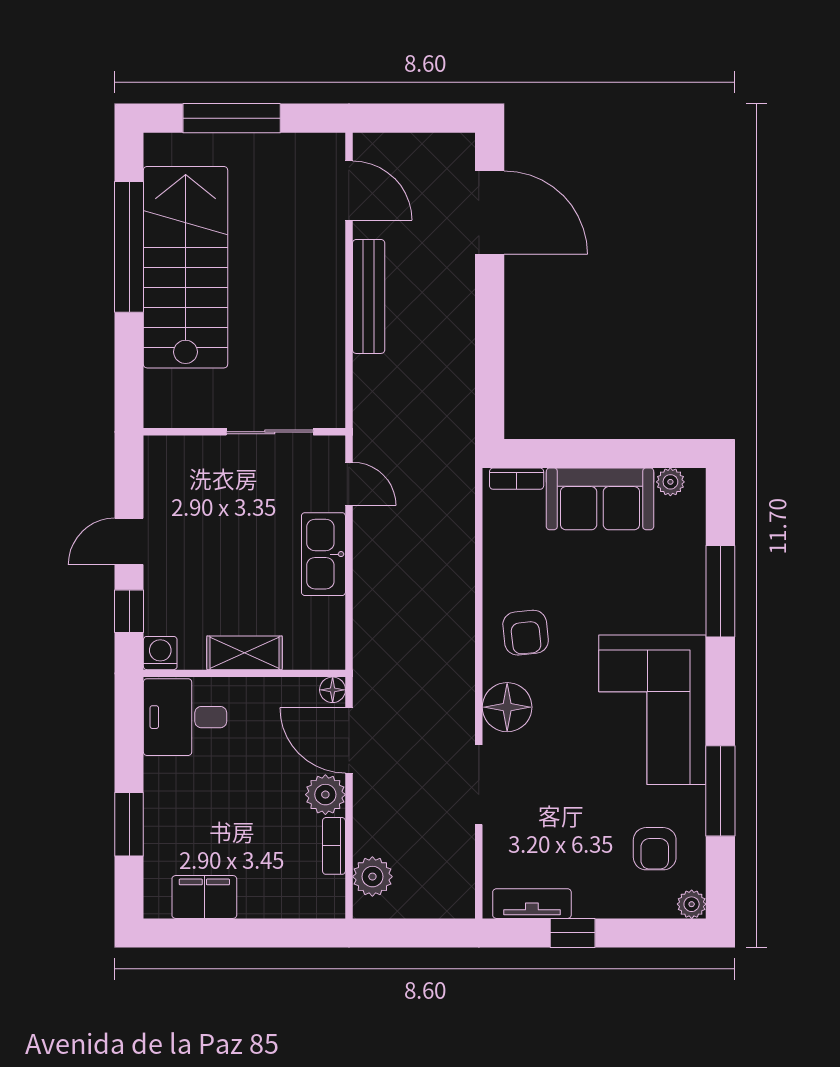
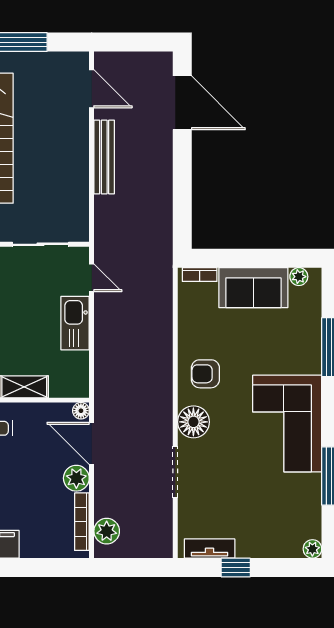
armchair: (526, 633) -> (205, 374), turned 96
bookcase: (334, 846) -> (82, 522), width x1.56
armchair: (655, 849) -> (289, 513), removed

